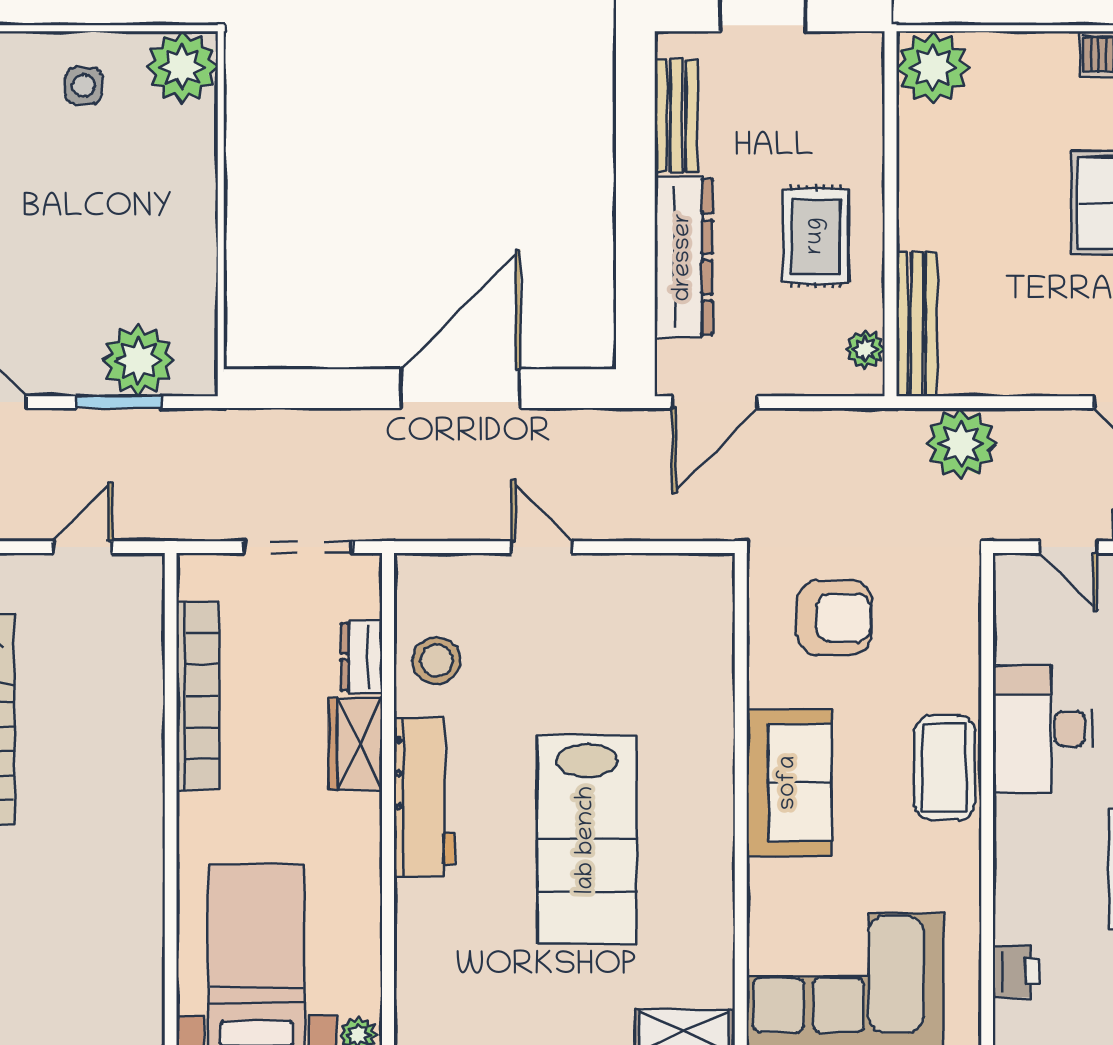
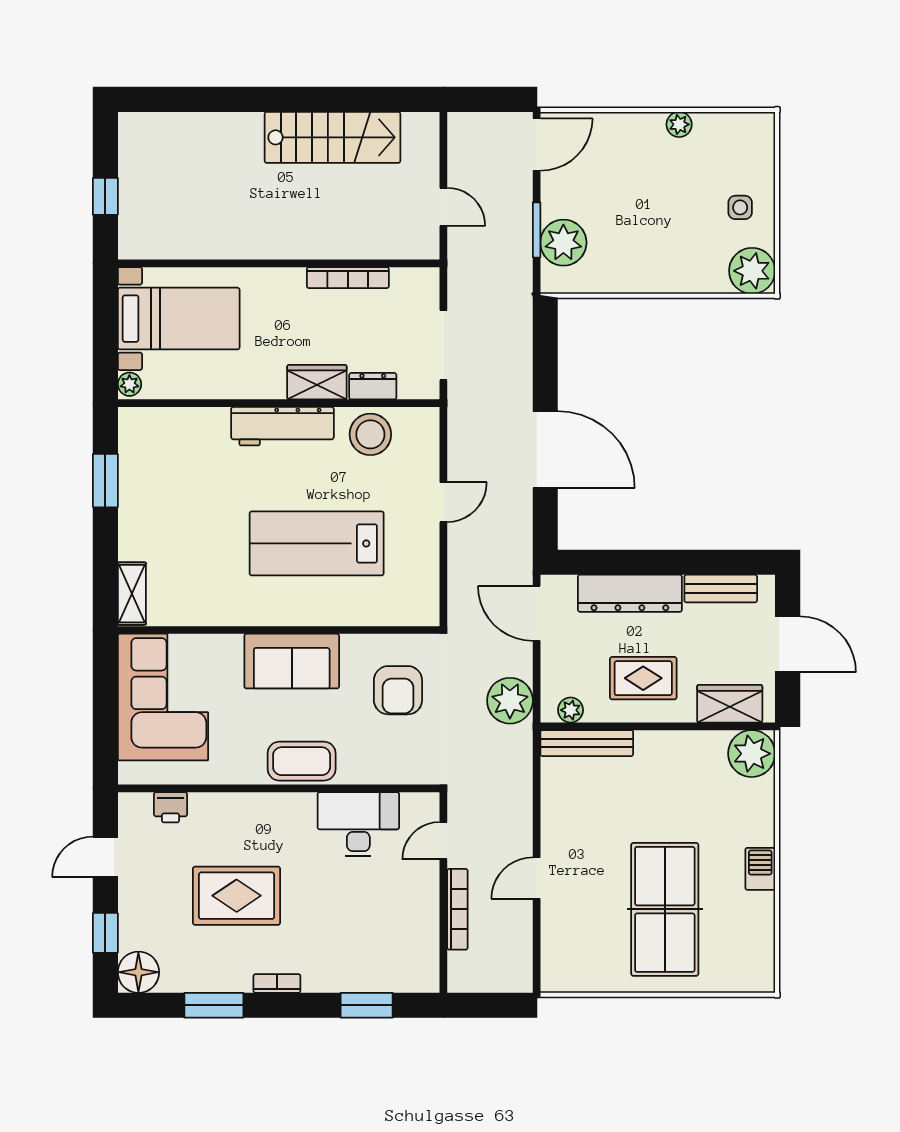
wardrobe: (855, 102) -> (730, 704), added
plant: (961, 444) -> (510, 701), moved
stool: (436, 661) -> (370, 434), width x1.38, depth x1.38
bookcase: (198, 696) -> (348, 278), width x0.68, depth x0.76
desk: (1043, 729) -> (358, 824), moved
lab bench: (587, 840) -> (317, 543), moved

